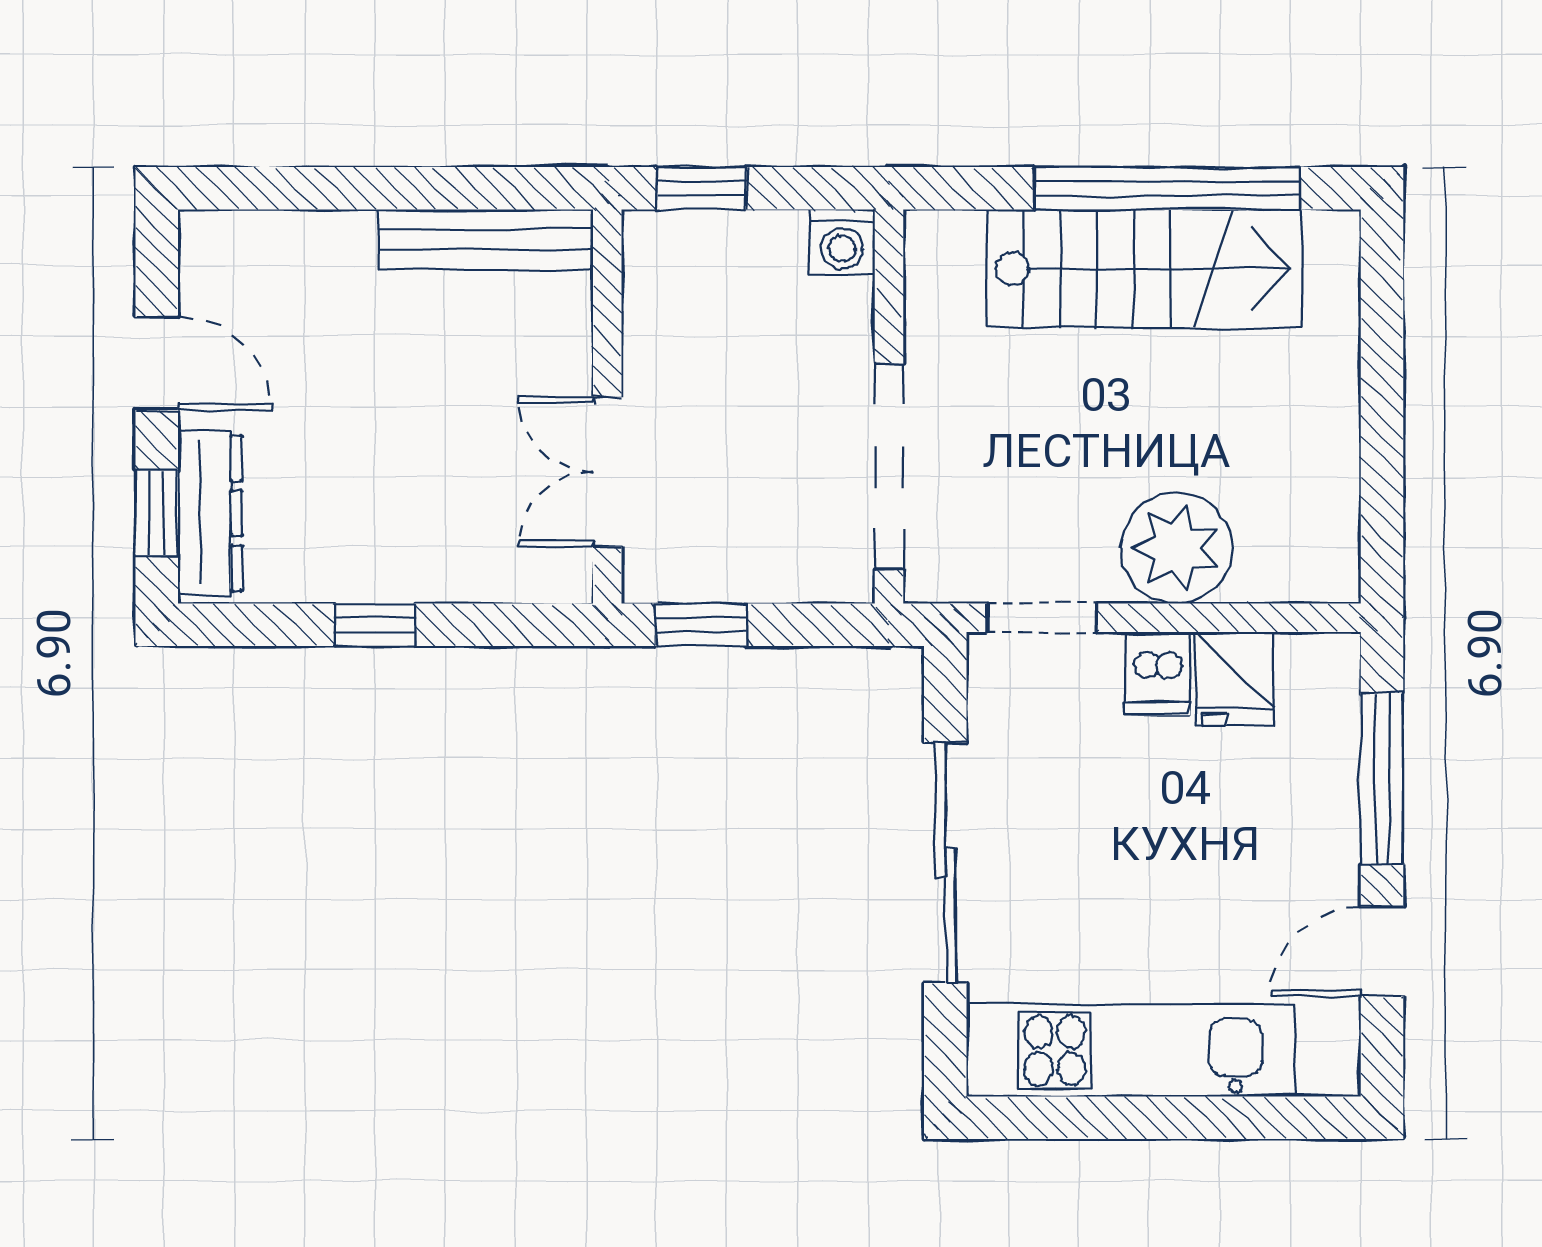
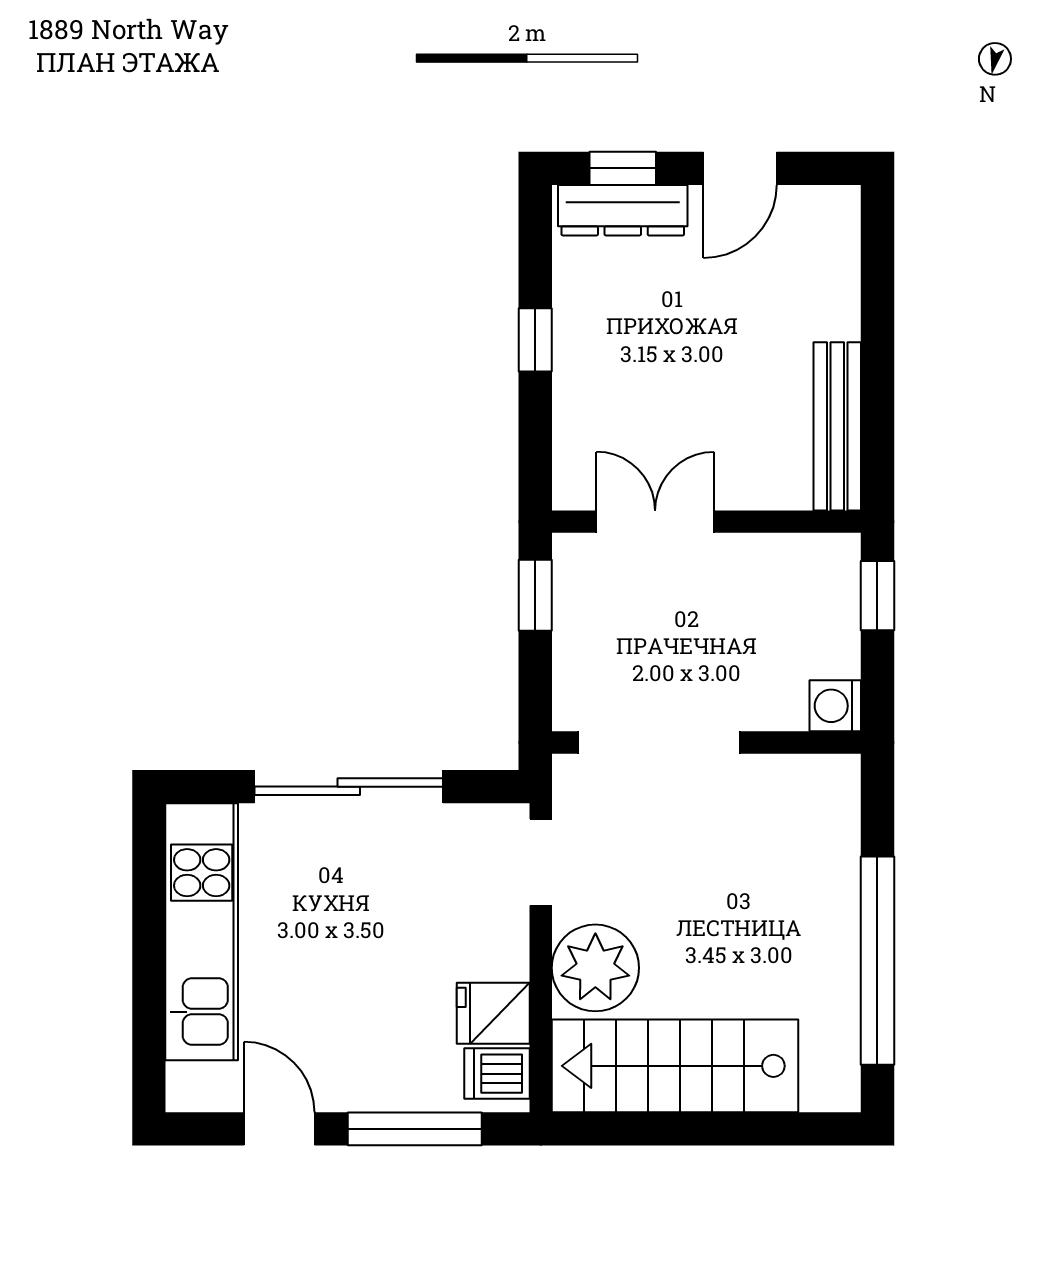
stairs: (1144, 269) -> (675, 1066), moved, turned 90
dishwasher: (1157, 674) -> (497, 1074), moved

